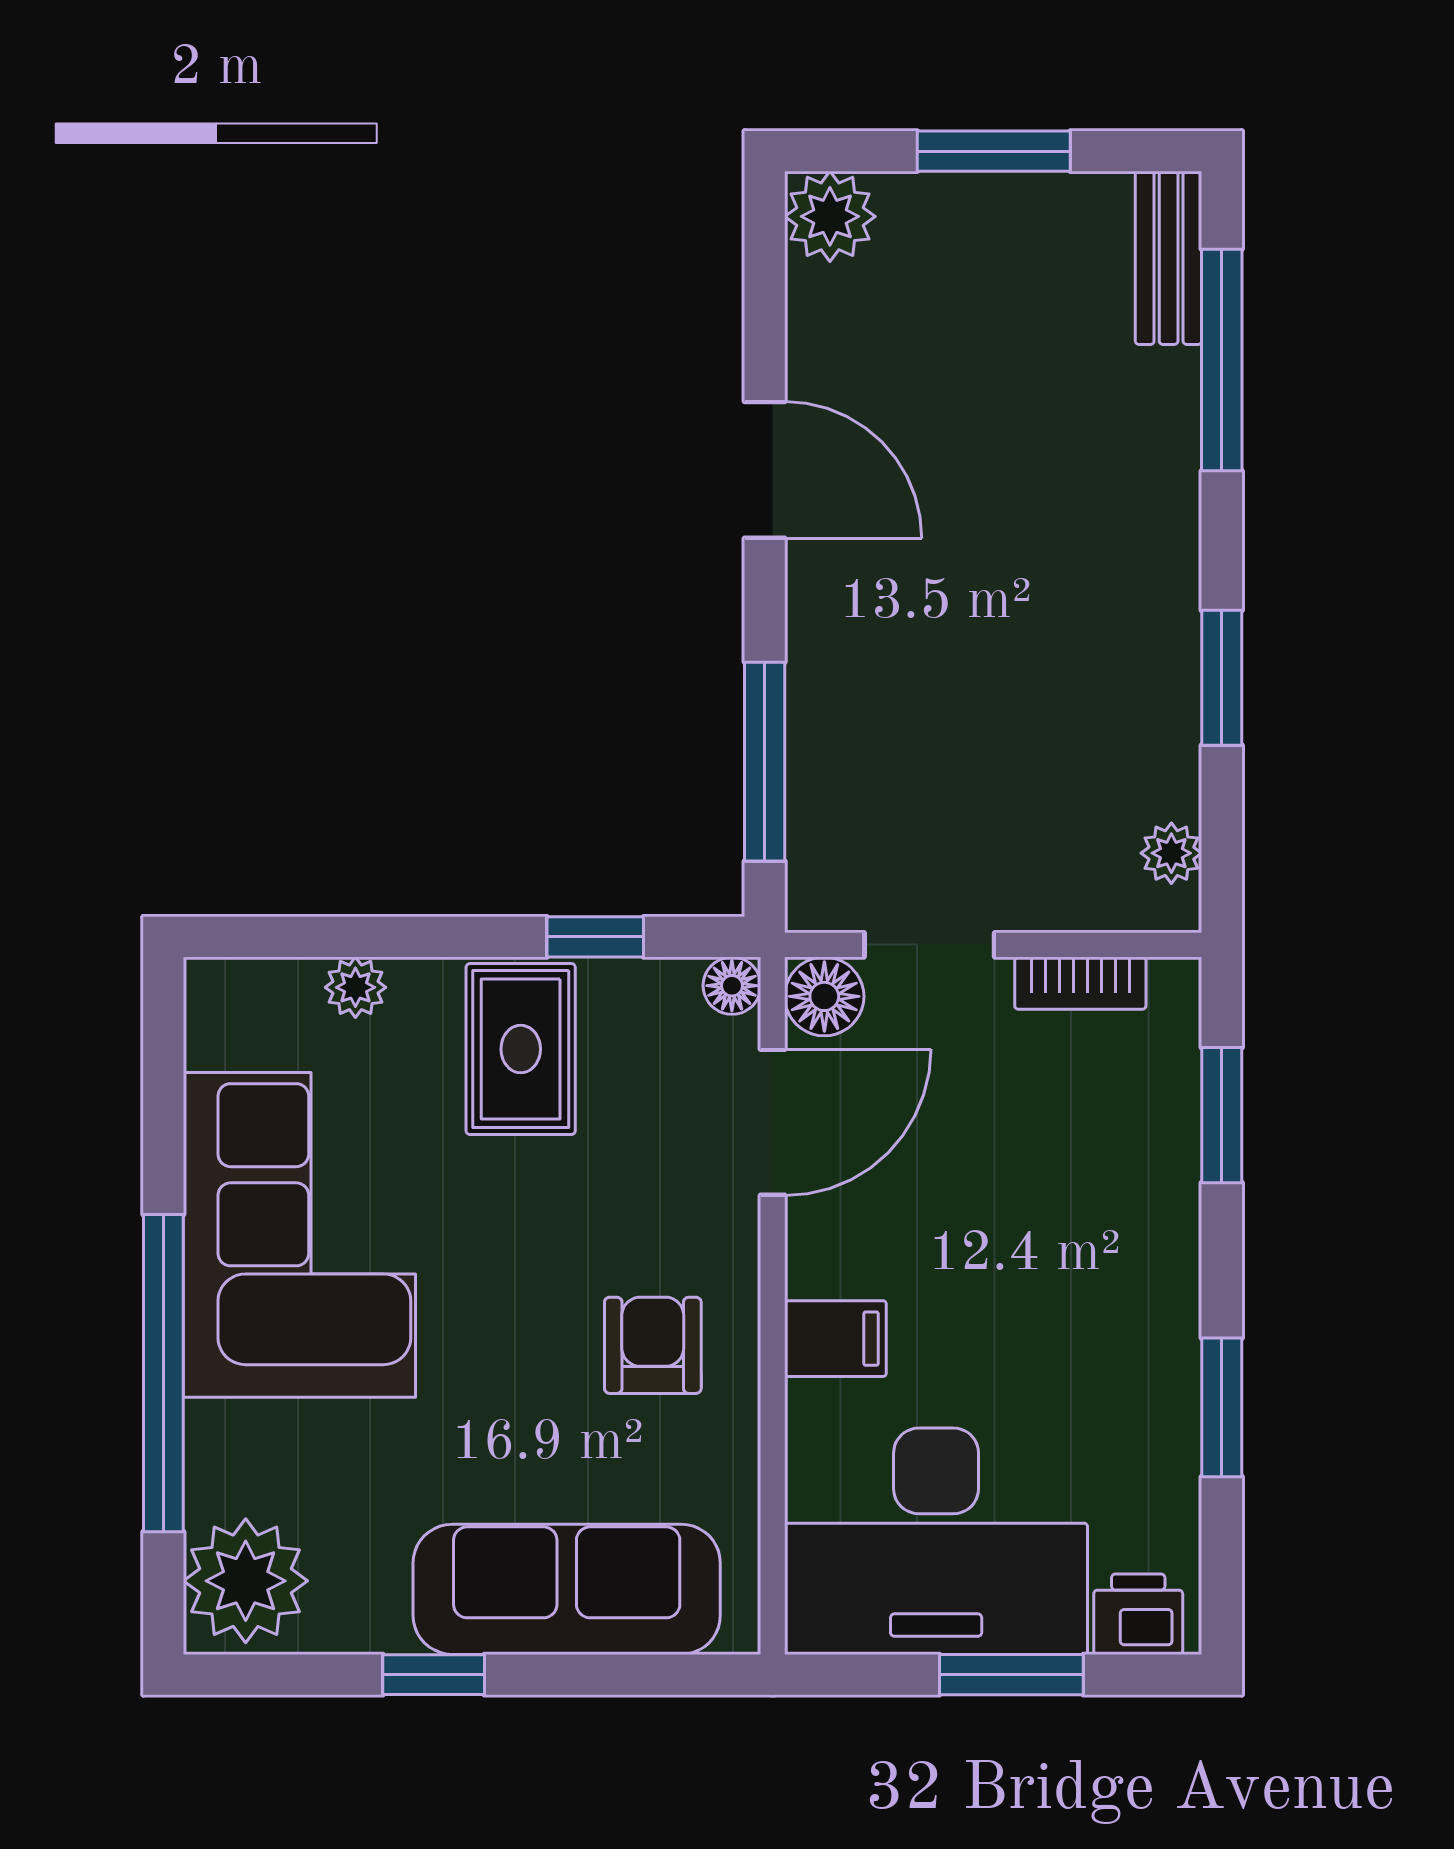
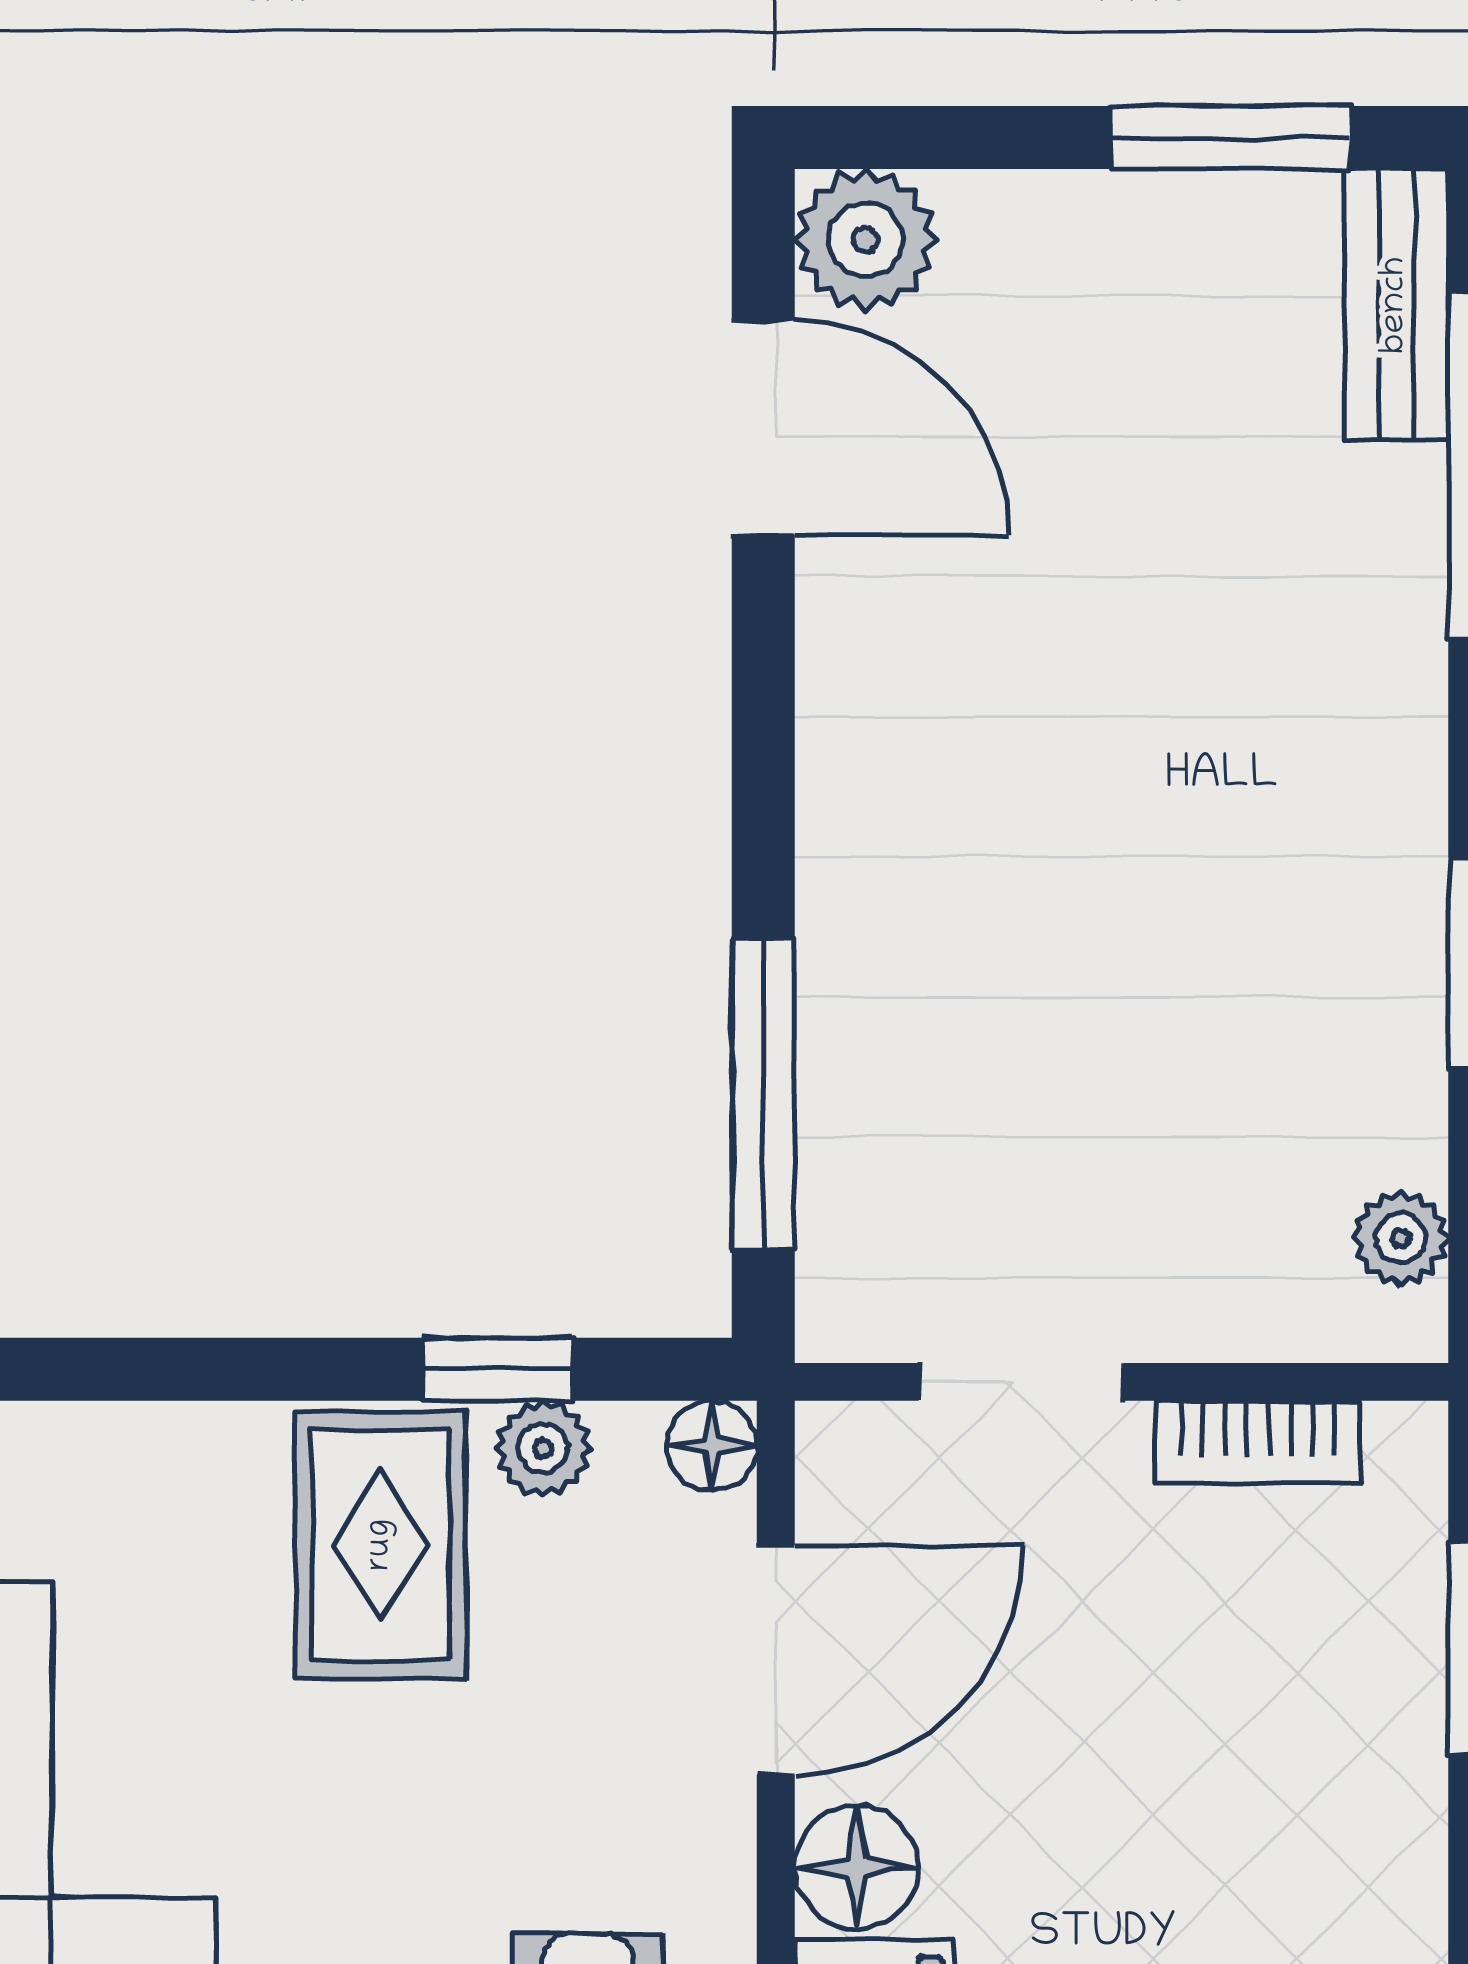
window: (994, 151) -> (1231, 137), moved
door: (765, 470) -> (763, 427), moved
plant: (355, 987) -> (543, 1448), moved
floor lamp: (824, 996) -> (857, 1867), moved

